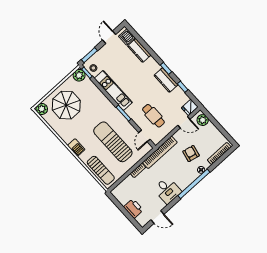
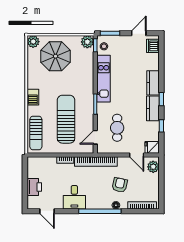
kitchen counter: (139, 50) -> (153, 83), moved

